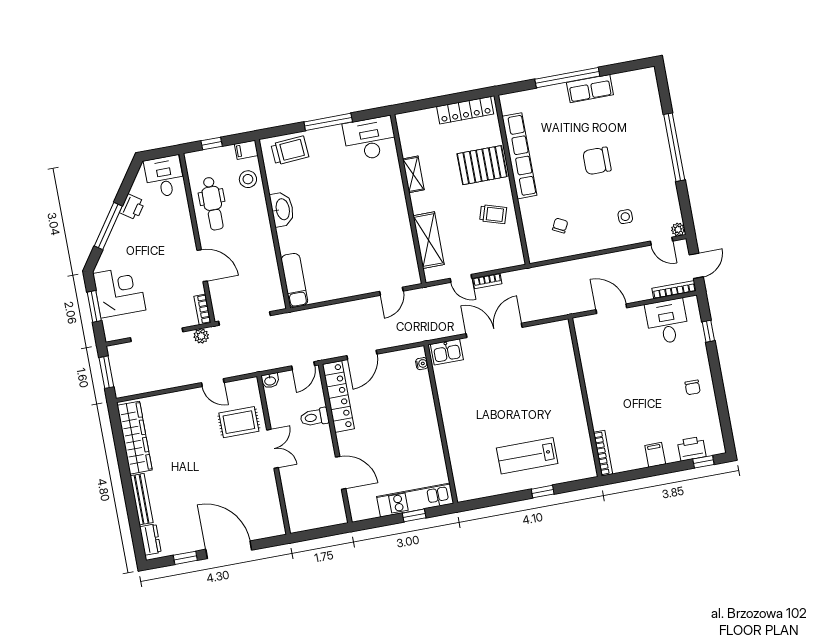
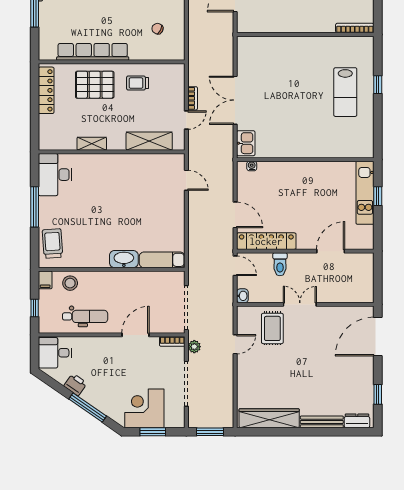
pallet: (482, 165) -> (95, 85), turned 90
washbasin: (282, 209) -> (124, 259), moved
trolley: (493, 214) -> (137, 83), turned -107
door: (229, 550) -> (378, 337), moved

